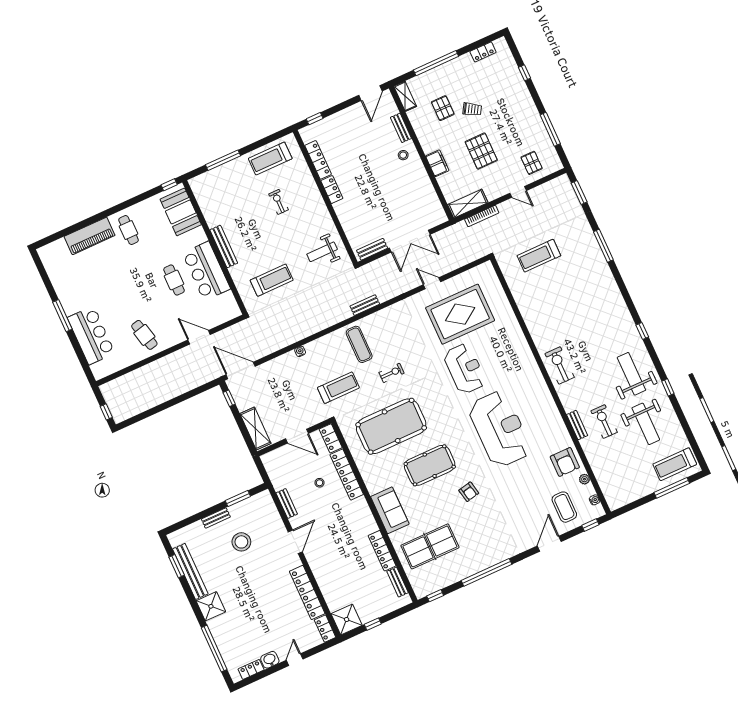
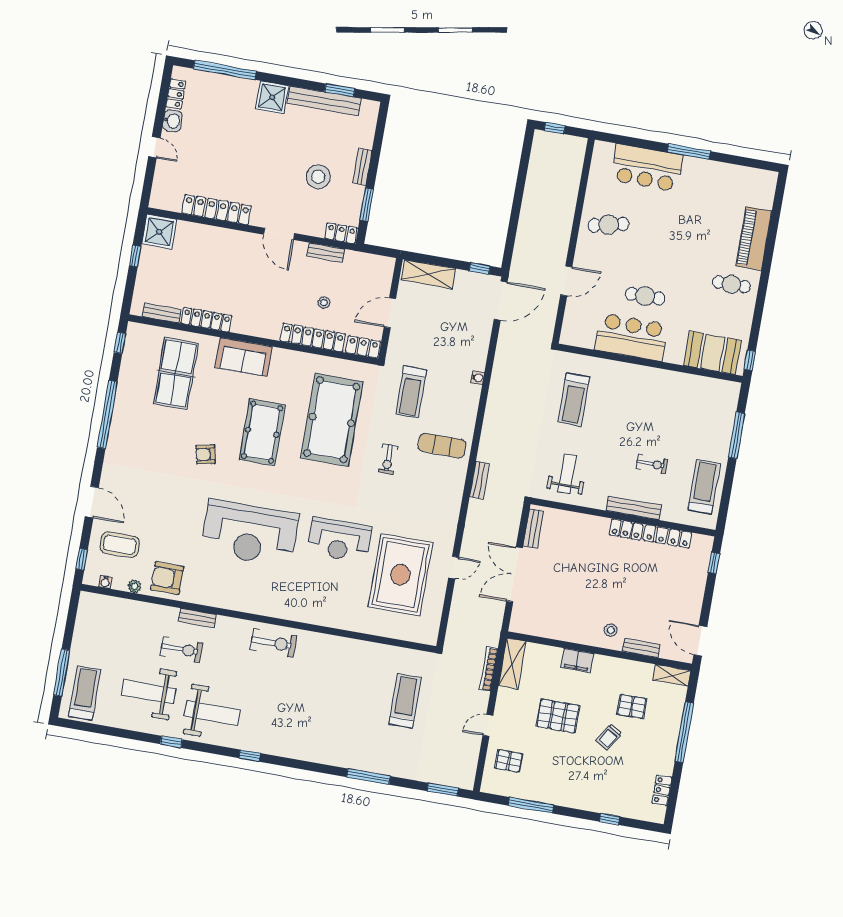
bench: (224, 246) -> (634, 508), moved
locker: (325, 629) -> (341, 233), moved

